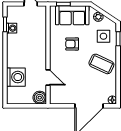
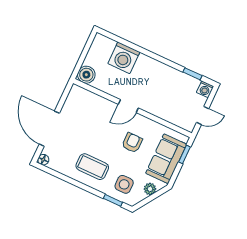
washing machine: (12, 28) -> (205, 89), moved
coffee table: (101, 64) -> (92, 167), turned 65
door: (48, 78) -> (128, 106), moved

